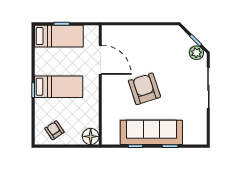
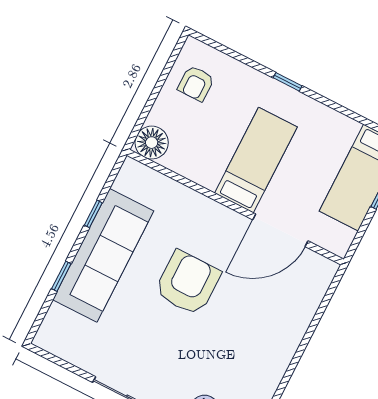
bed: (59, 87) -> (256, 160), moved, turned 180
armchair: (144, 89) -> (188, 283), turned -72
armchair: (54, 130) -> (196, 83), turned 124

